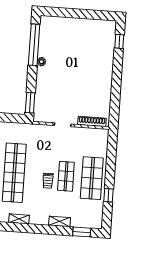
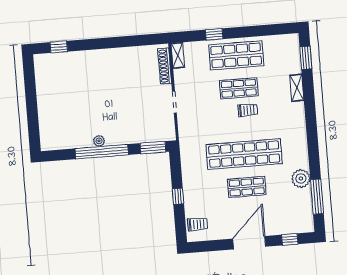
window: (34, 45) -> (102, 152), moved
window: (108, 195) -> (214, 34), moved
shelving: (19, 219) -> (178, 55), moved

